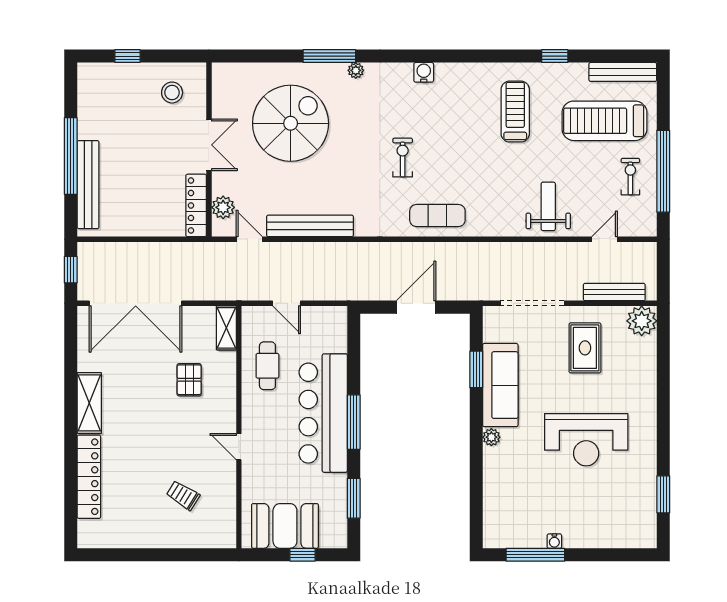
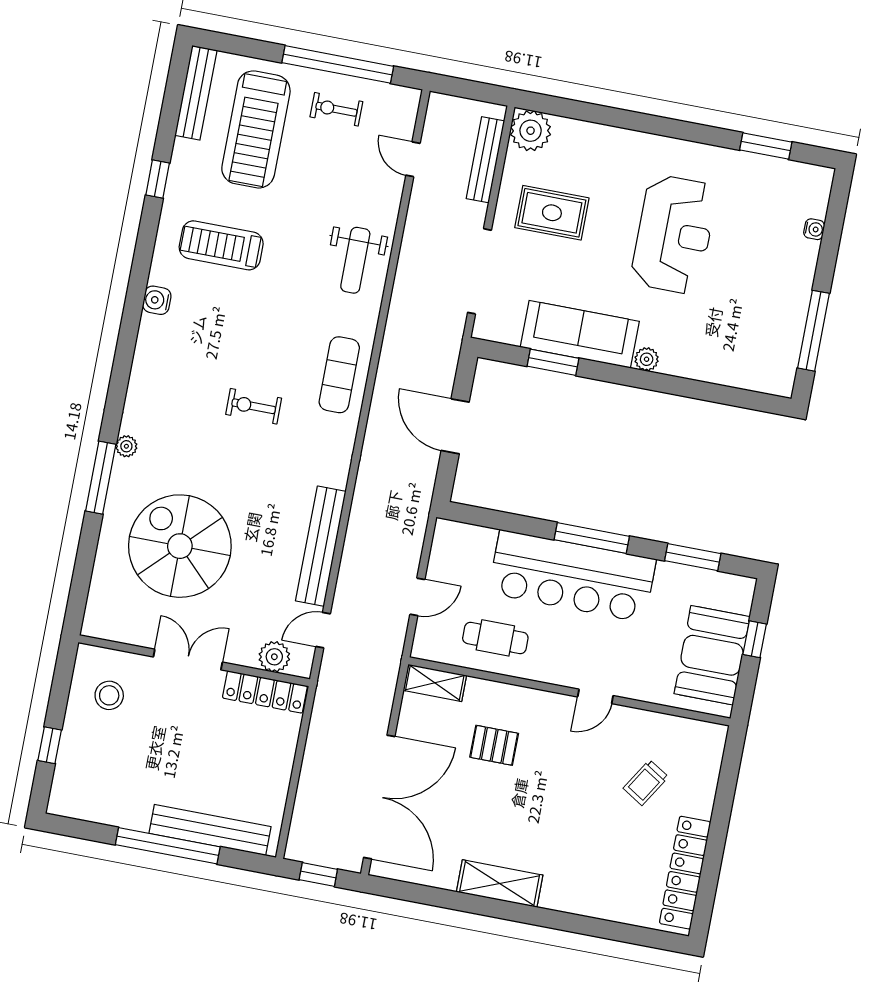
water cooler: (424, 72) -> (157, 300), moved
weight bench: (548, 206) -> (355, 260), moved, turned -90
locker: (89, 477) -> (685, 873), moved, turned -90
water cooler: (554, 541) -> (814, 229), moved

